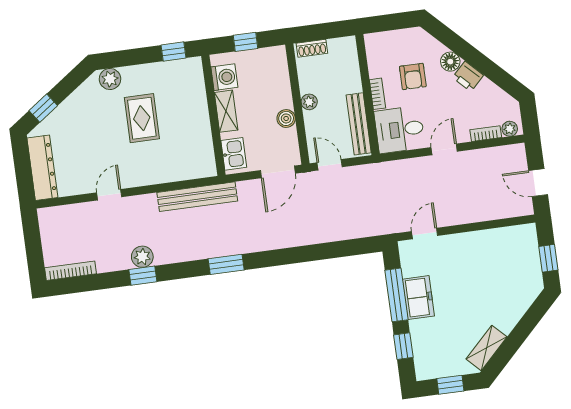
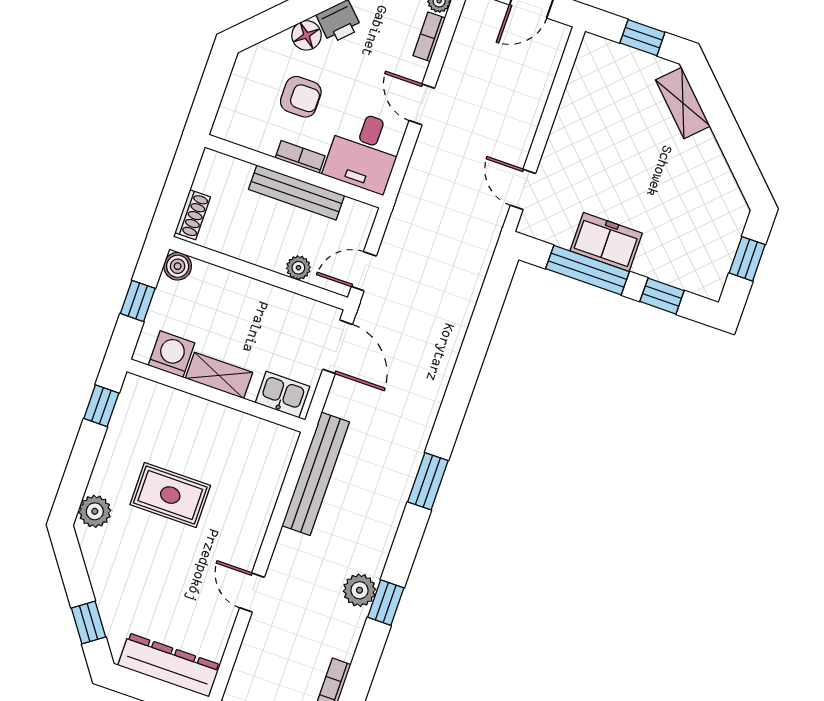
plant: (309, 102) -> (298, 268), moved
boiler: (286, 118) -> (178, 266), moved
bench: (359, 124) -> (297, 192), moved
shelving: (487, 348) -> (683, 103), moved

